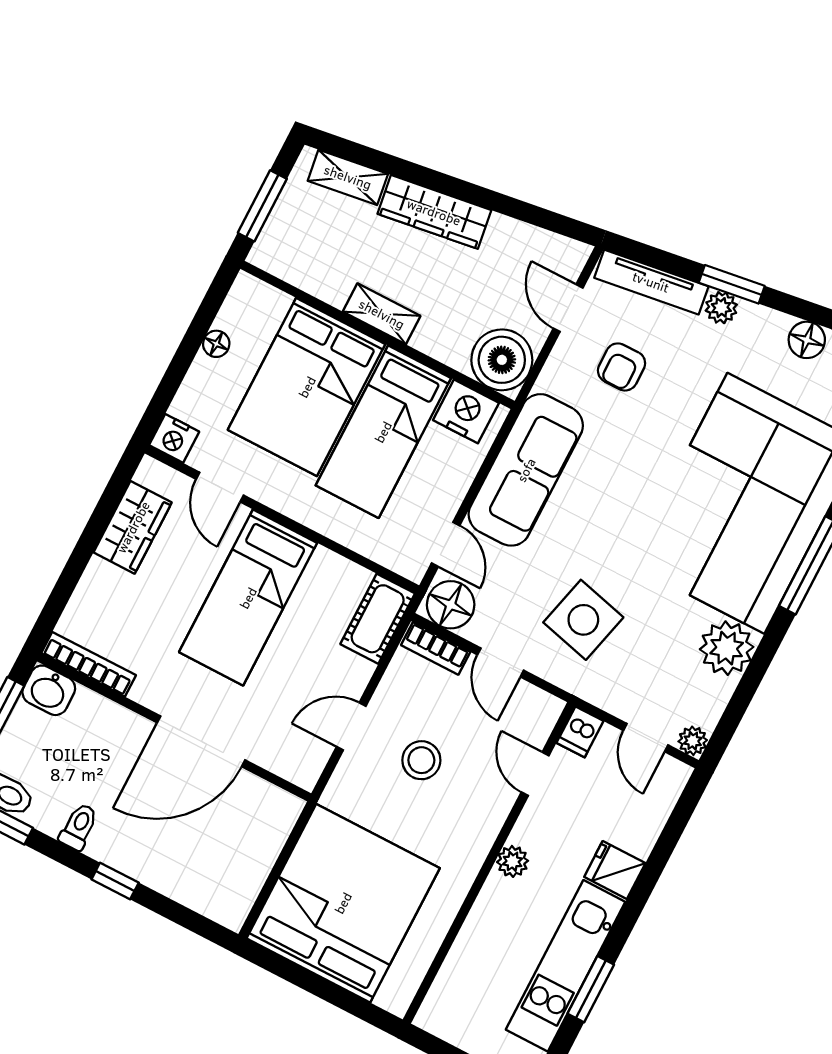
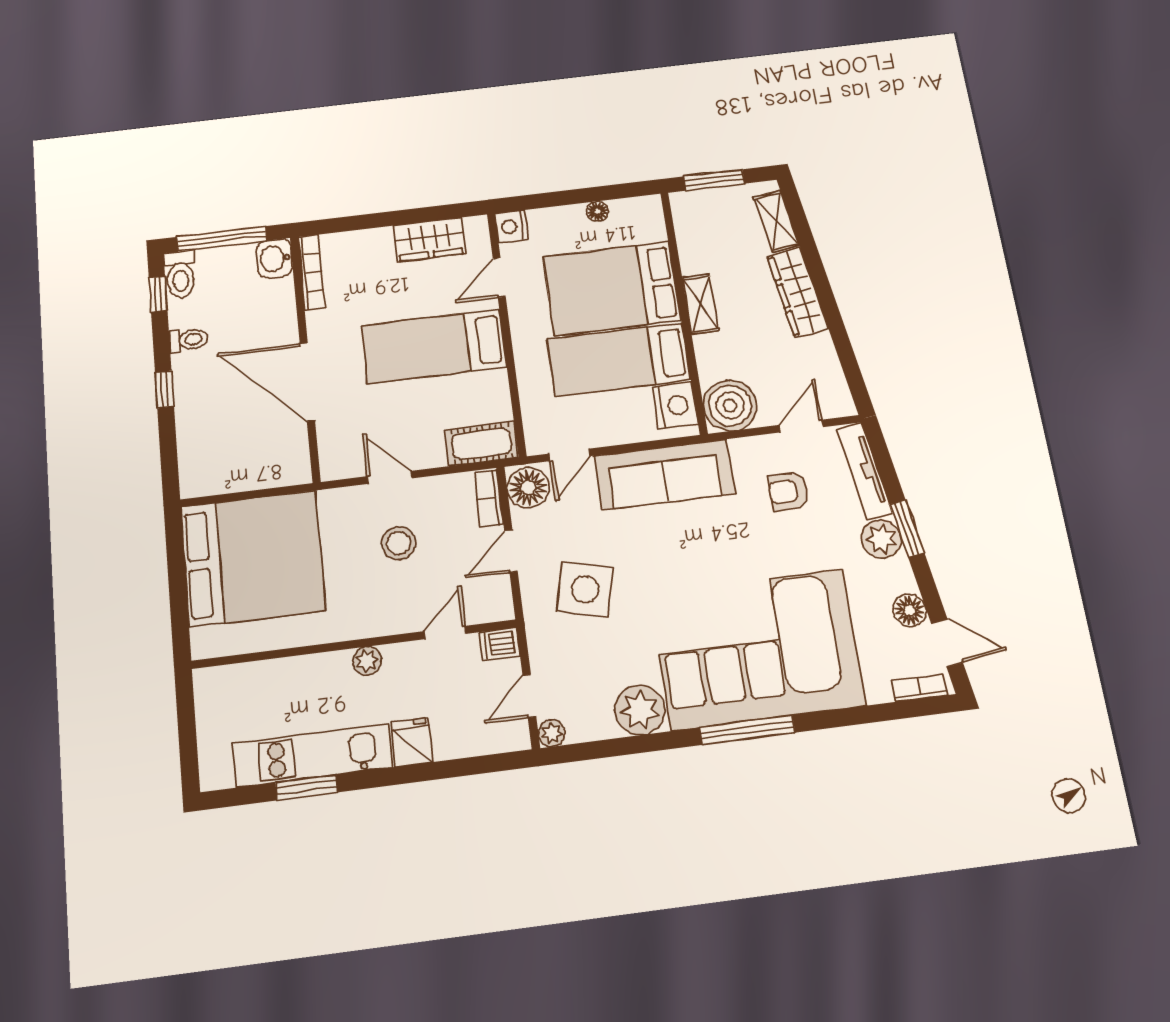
plant: (721, 308) -> (881, 539), width x1.38, depth x1.38

